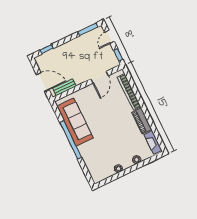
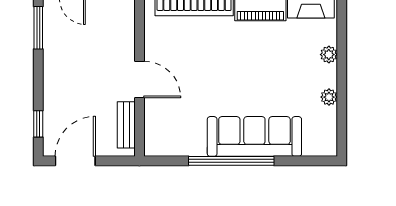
door: (100, 77) -> (139, 79), moved
door: (43, 82) -> (75, 161), moved
sofa: (75, 122) -> (254, 136), moved

